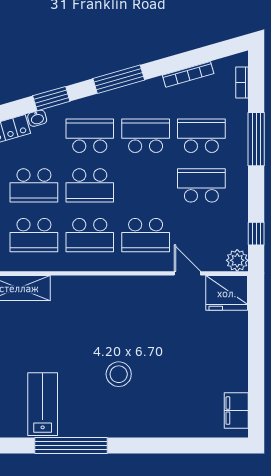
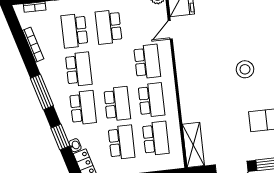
school desk: (90, 136) -> (83, 108), turned 180
school desk: (146, 136) -> (79, 69), turned 180

